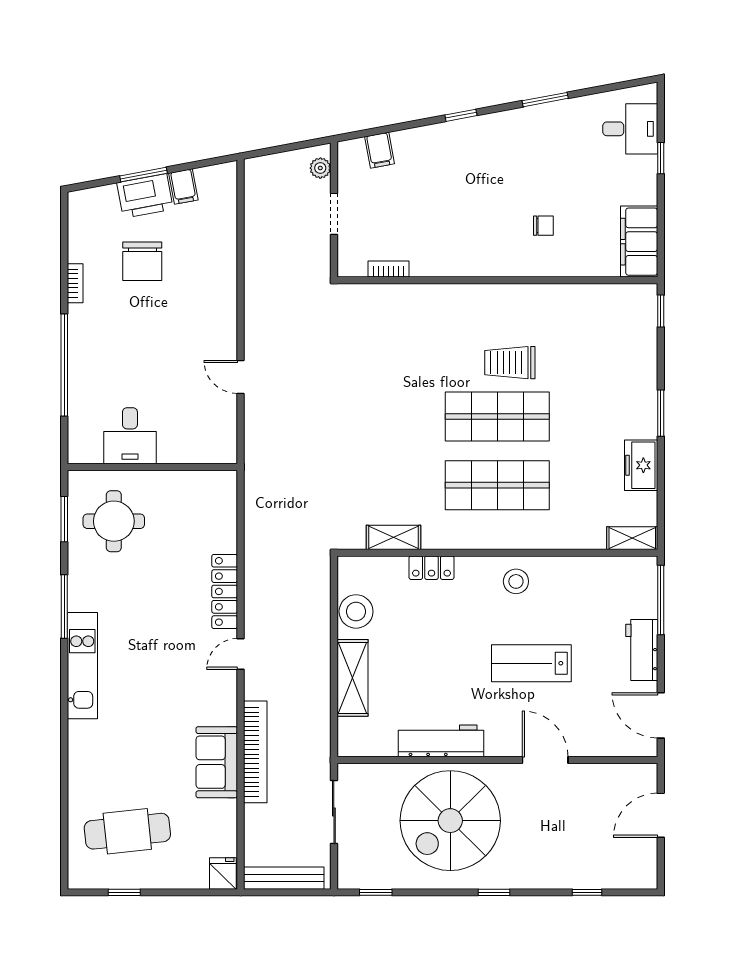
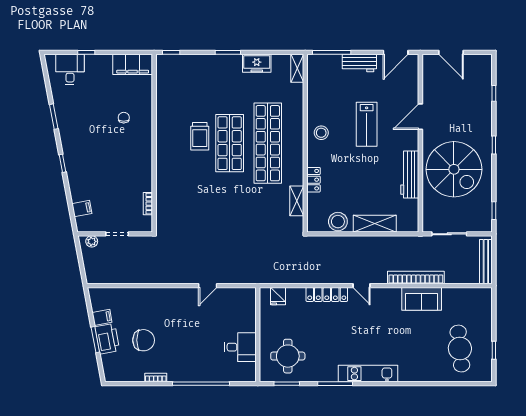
shop shelf: (497, 485) -> (268, 143), width x1.40
fridge: (223, 873) -> (278, 296), moved, turned -90

